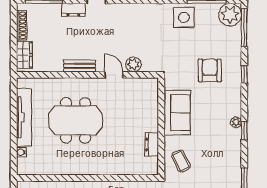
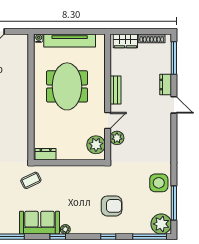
plant: (141, 88) -> (96, 145), added
sofa: (177, 113) -> (39, 223), moved, turned 180
wall: (87, 178) -> (31, 97), moved

